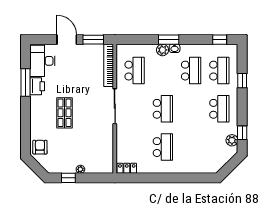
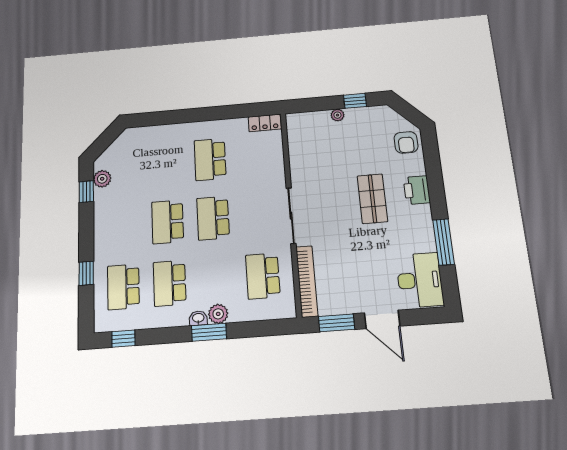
printer: (37, 86) -> (417, 190), moved
school desk: (219, 109) -> (168, 222), moved

